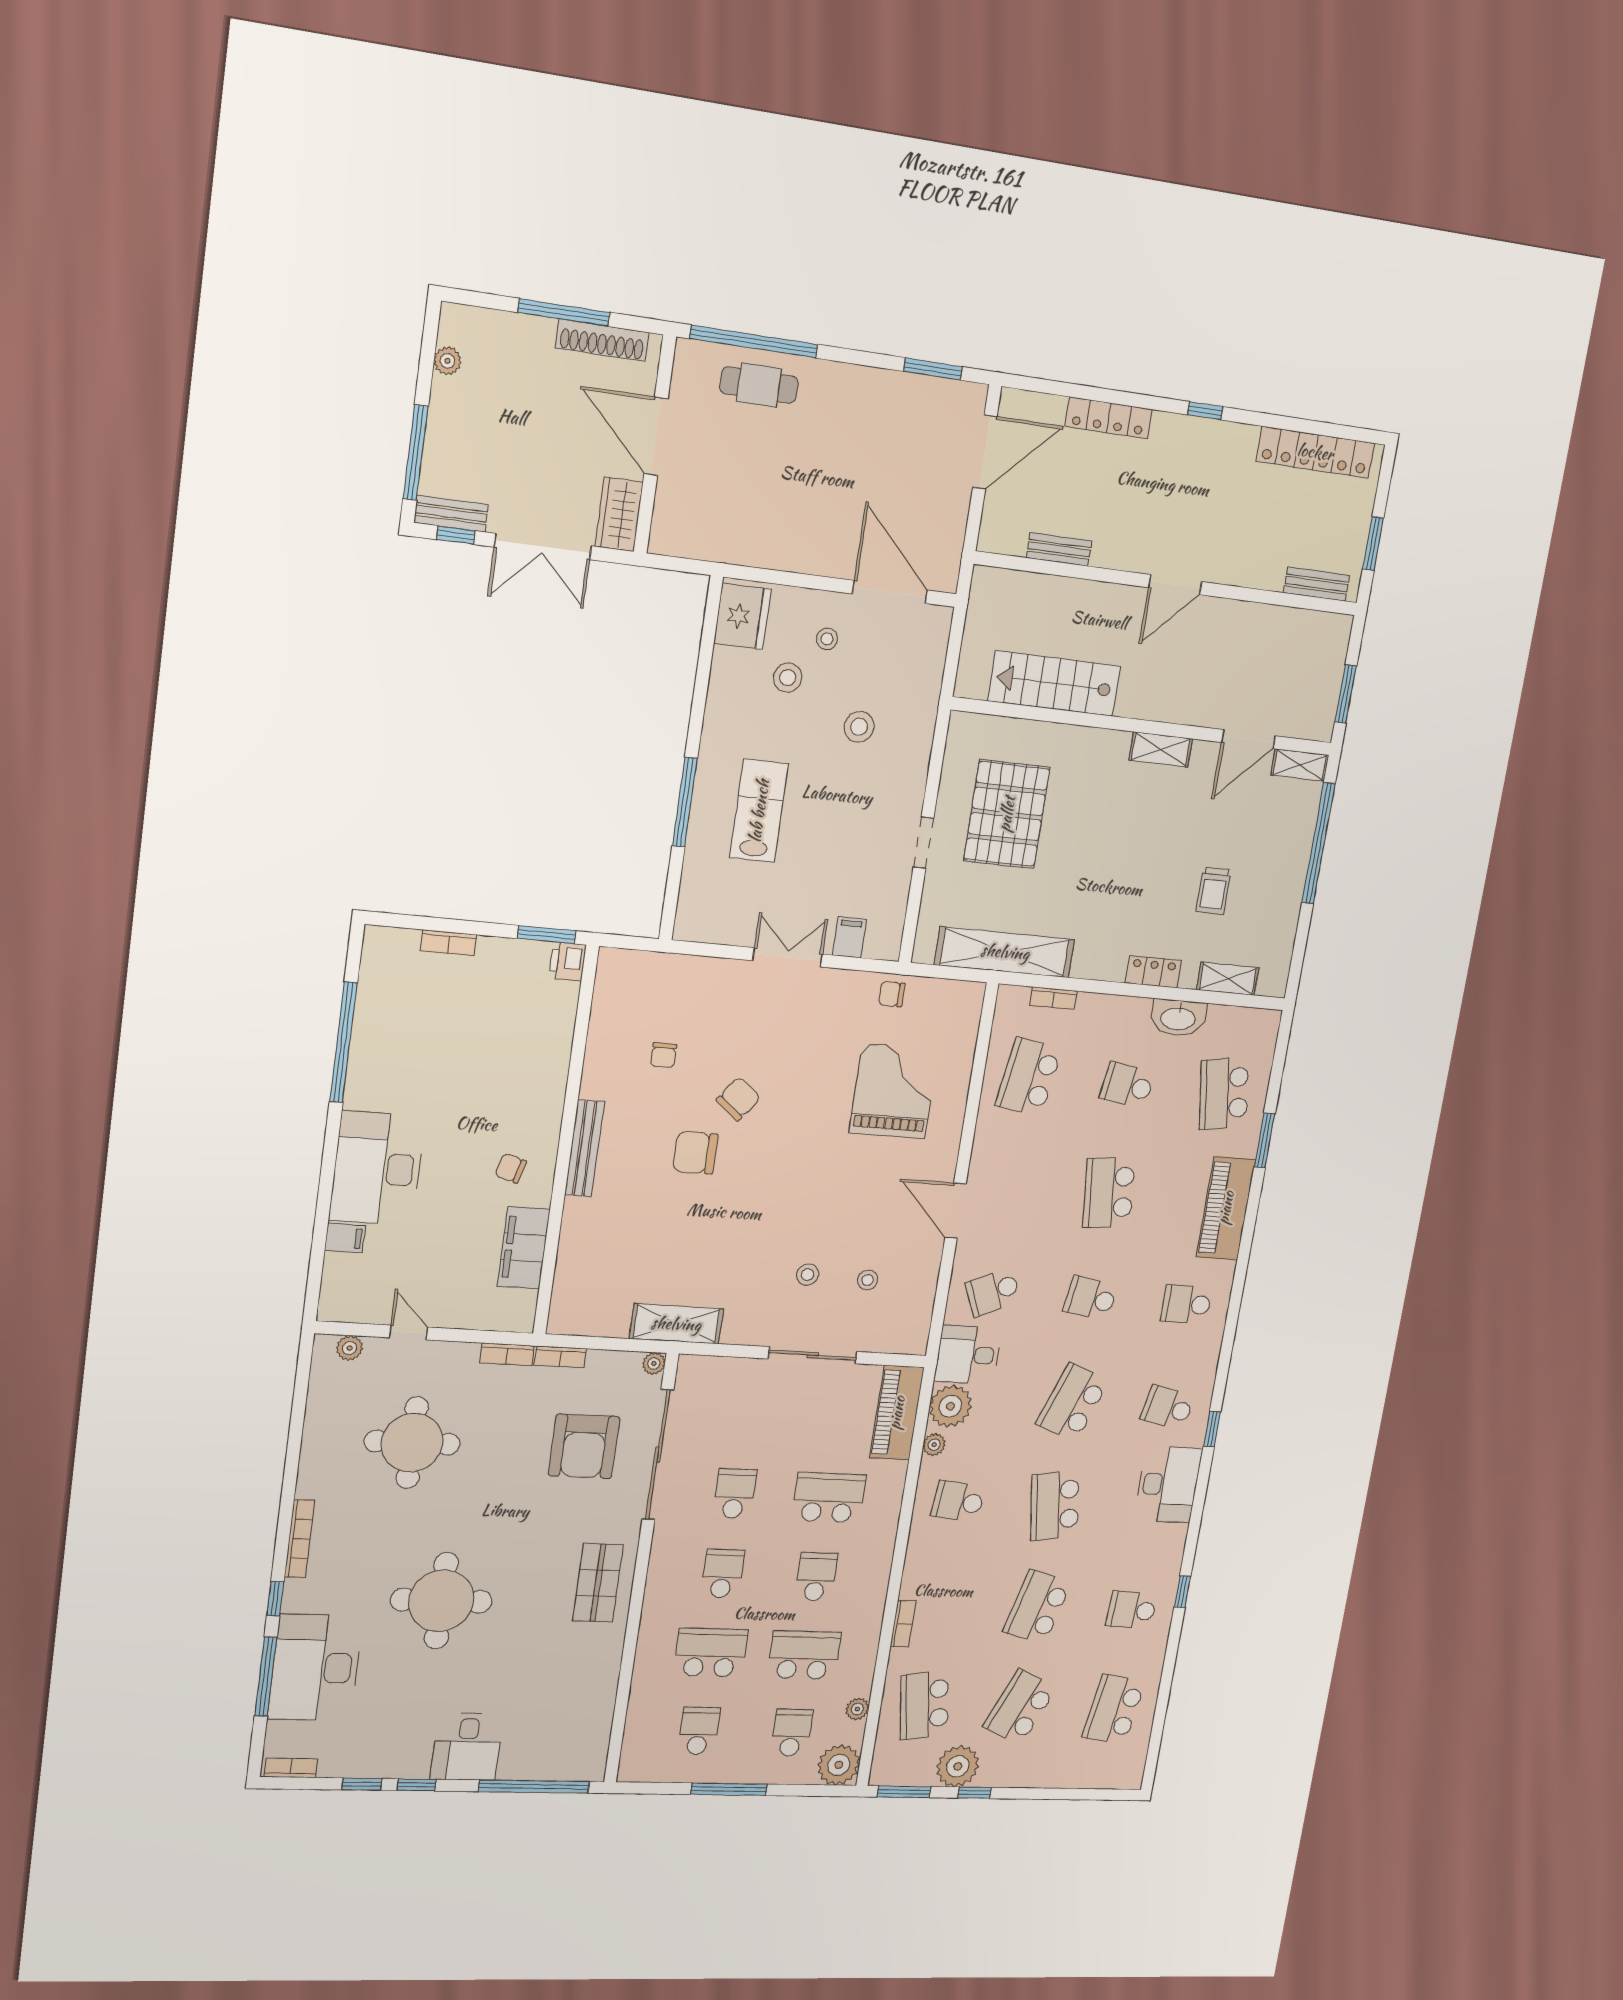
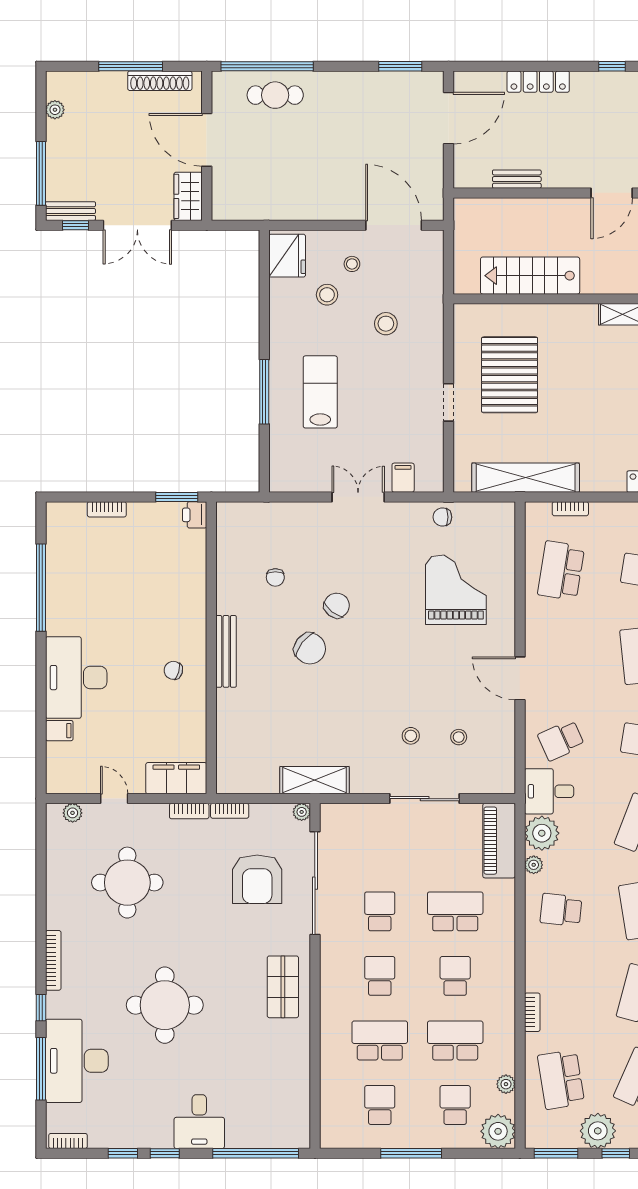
chair: (695, 1153) -> (310, 649), turned -142
filing cabinet: (524, 1248) -> (176, 778), moved, turned 90

